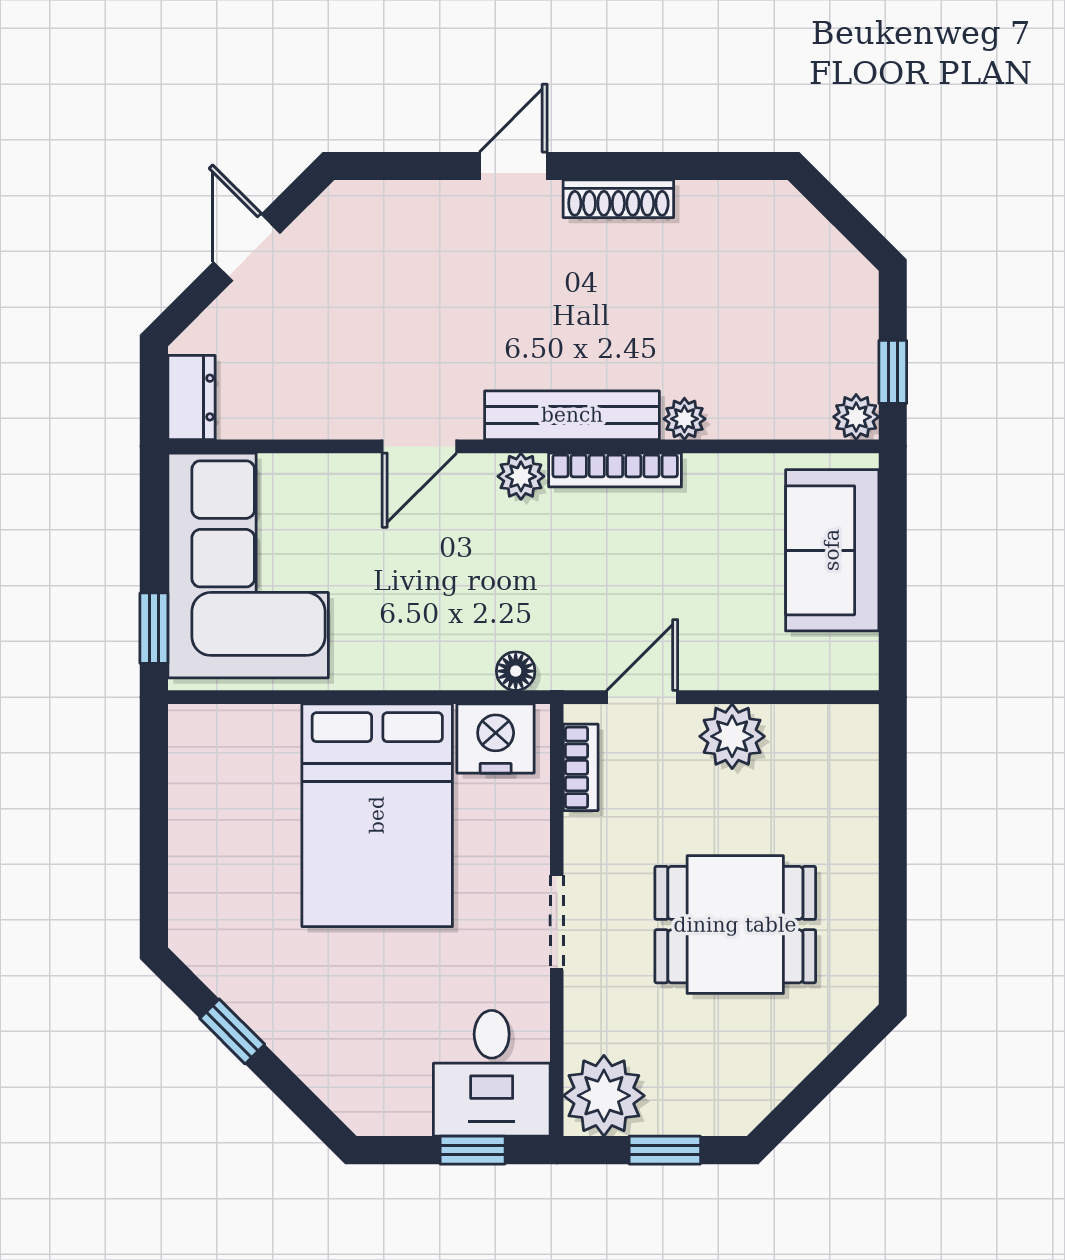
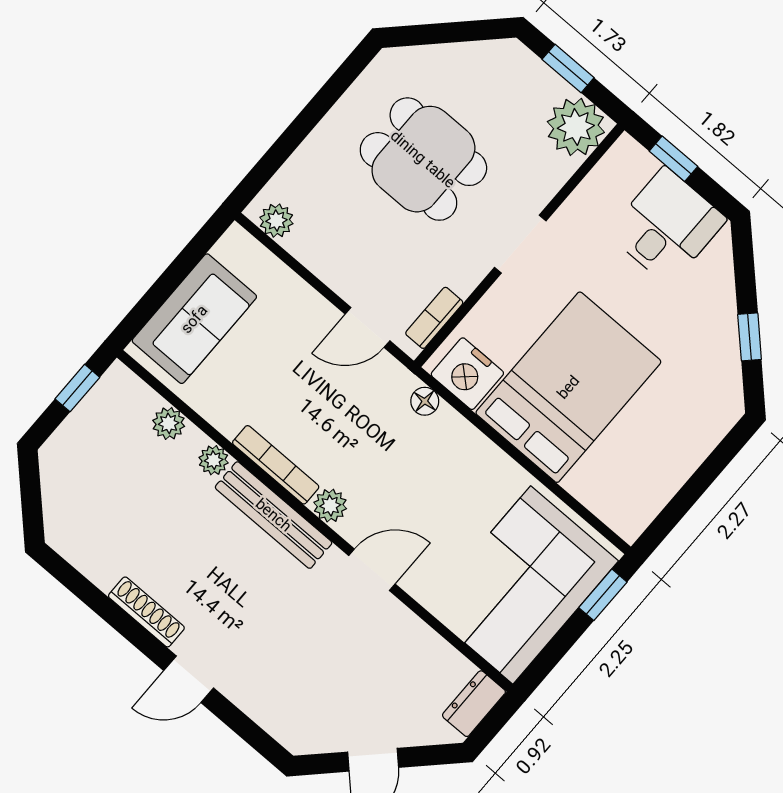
plant: (856, 417) -> (169, 423), moved
plant: (732, 736) -> (276, 221), moved, width x0.73, depth x0.73
desk: (492, 1073) -> (667, 226), moved

